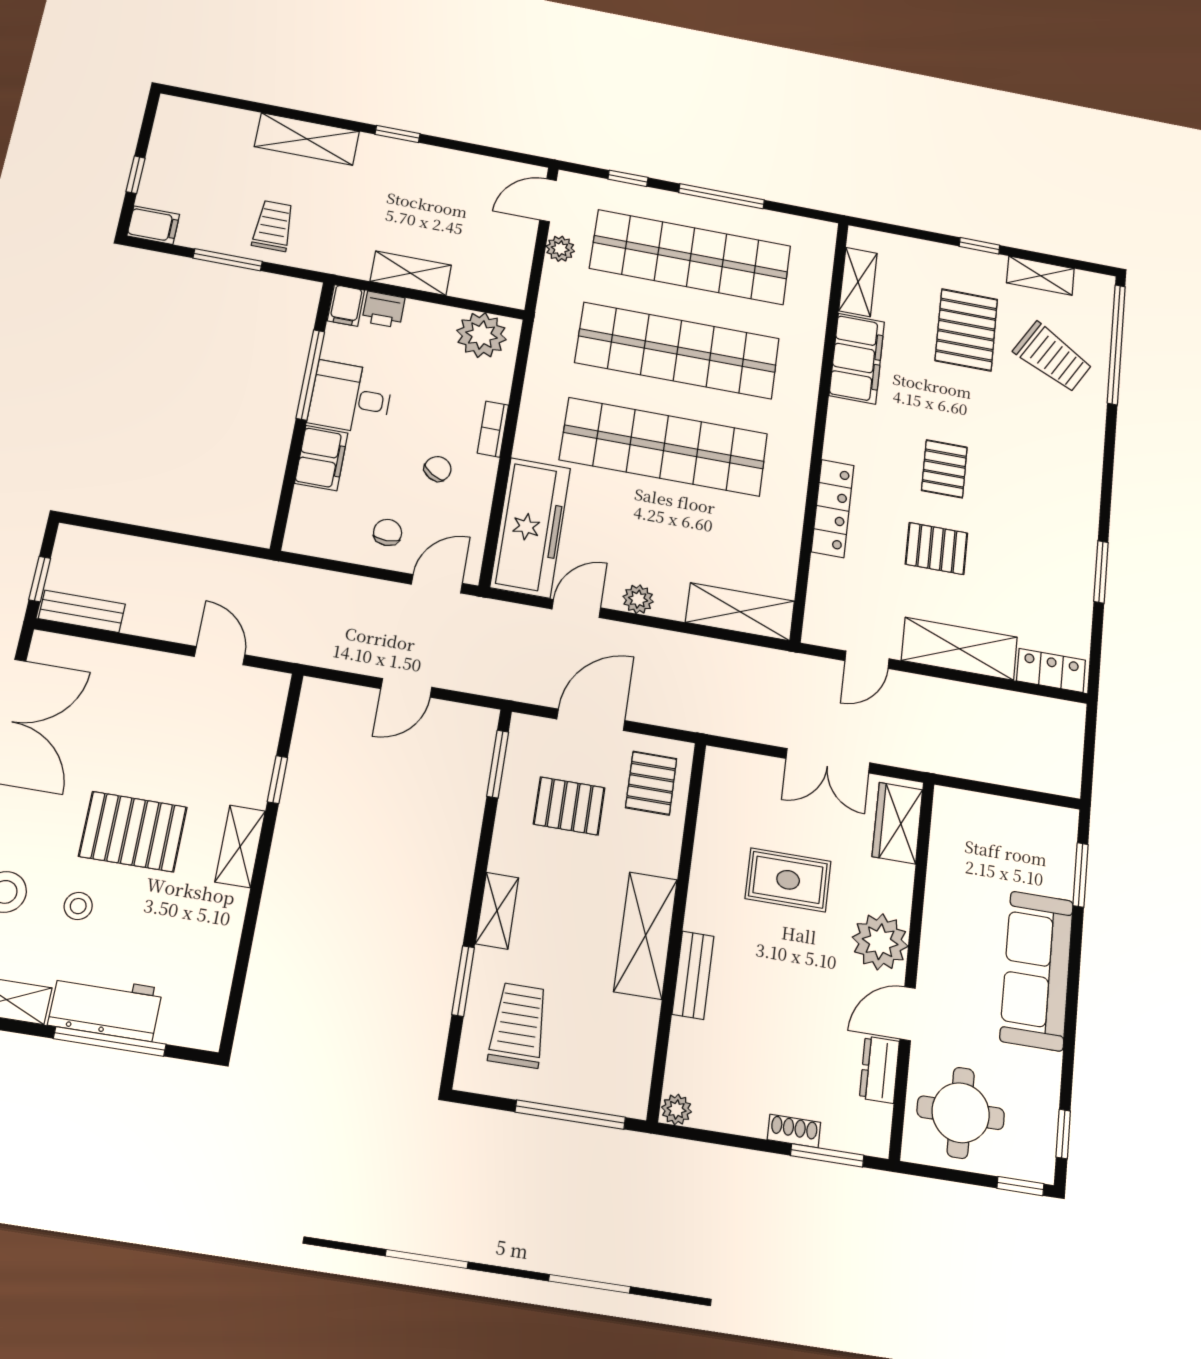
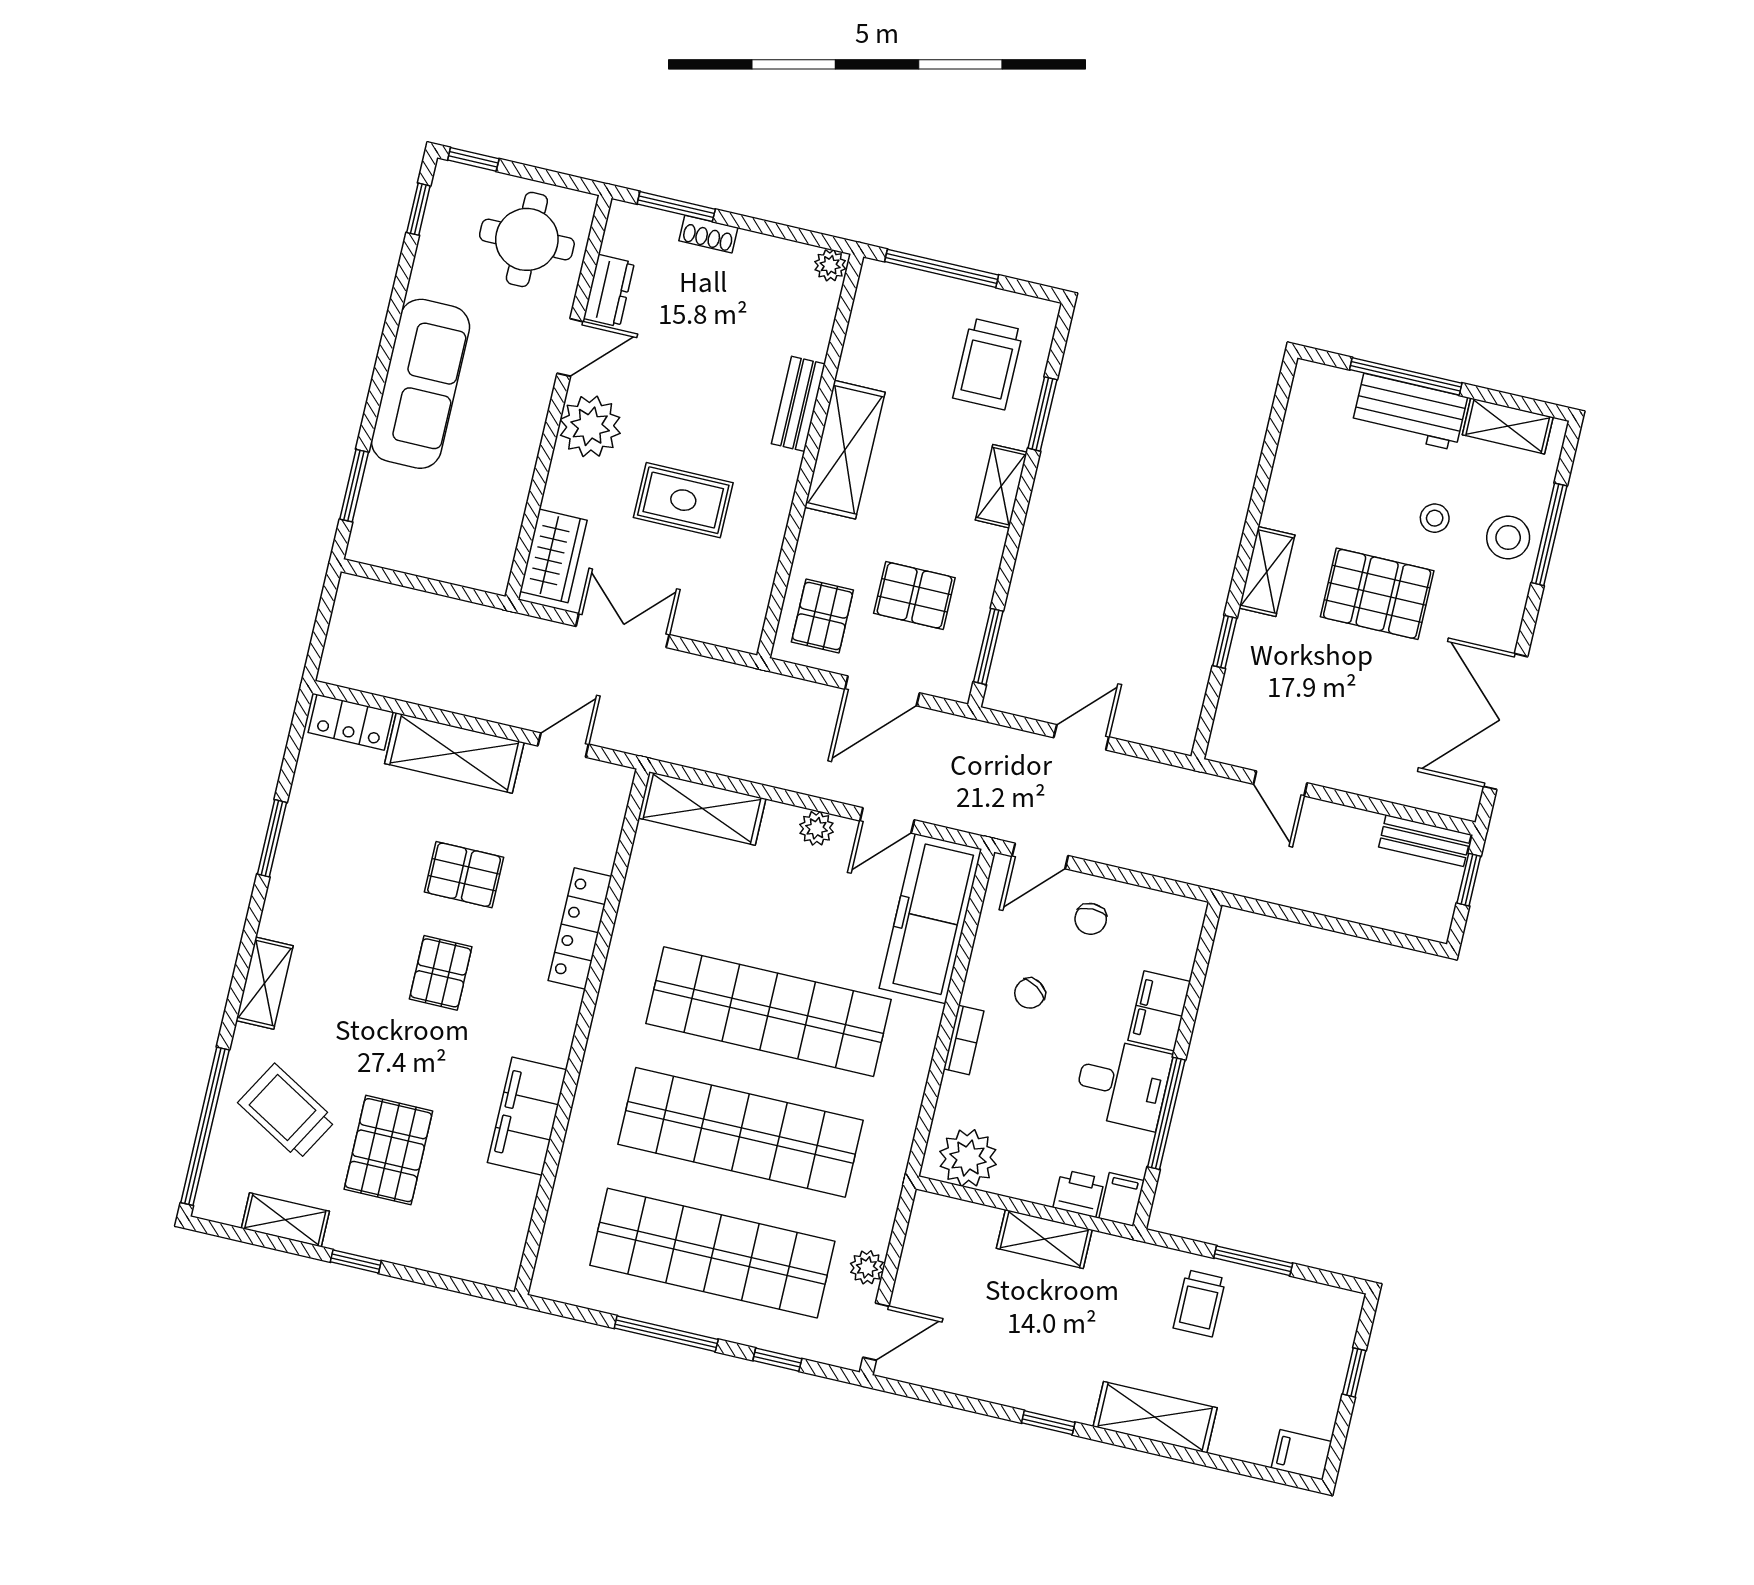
filing cabinet: (153, 225) -> (1301, 1455), moved
shelving: (858, 282) -> (265, 983), moved

